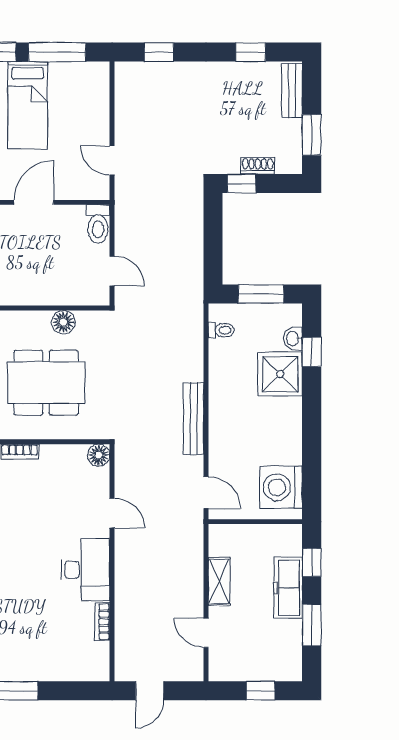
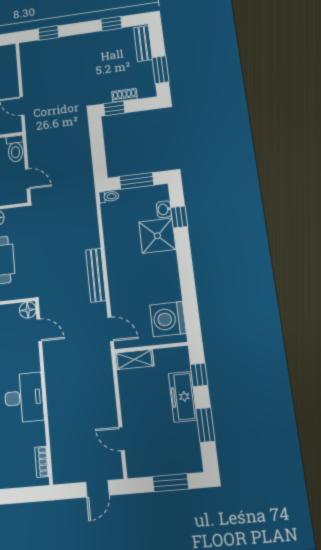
toilet: (221, 330) -> (109, 197), moved
door: (112, 513) -> (39, 330), moved
shelving: (219, 581) -> (134, 359), moved, turned 90
bookcase: (102, 622) -> (42, 462), moved
door: (150, 691) -> (97, 489), moved
window: (261, 691) -> (171, 483), width x1.50

